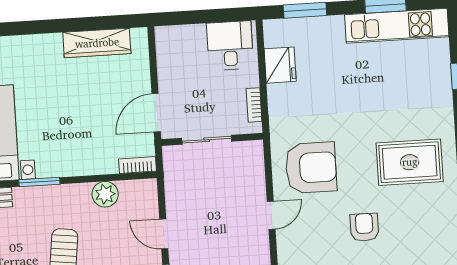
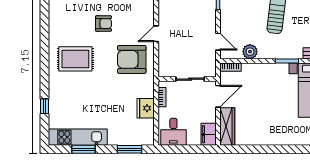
wardrobe: (97, 43) -> (227, 126), moved, turned 90
filing cabinet: (168, 45) -> (209, 134), added
fridge: (280, 65) -> (146, 108), moved
armchair: (364, 227) -> (103, 24), turned -90
door: (164, 234) -> (218, 42), moved

